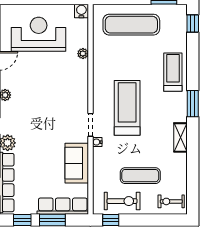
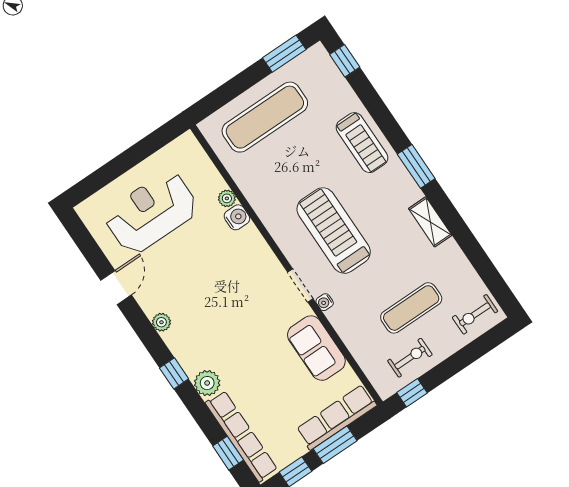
water cooler: (81, 11) -> (237, 217), moved, turned 90
treadmill: (173, 72) -> (362, 143), turned 180
exercise bike: (122, 201) -> (410, 358), width x0.73, depth x0.72

